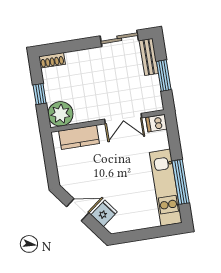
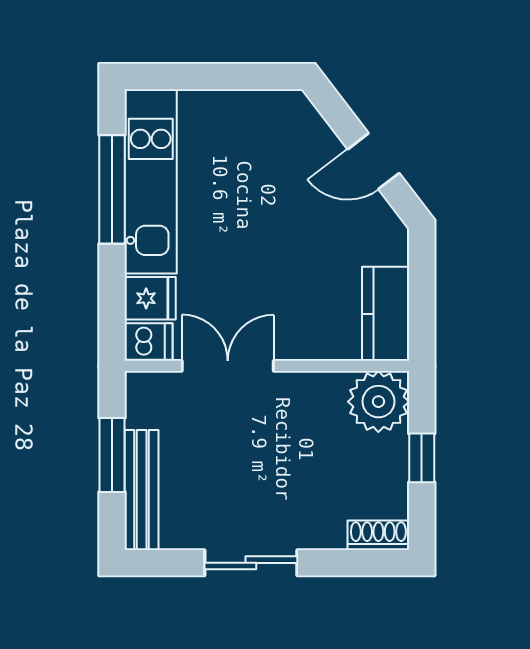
sliding door: (119, 38) -> (251, 563), moved
bench: (149, 57) -> (142, 490), width x1.36
kitchen counter: (79, 137) -> (386, 314), moved, turned -90
fridge: (104, 213) -> (150, 298), moved, turned -143

